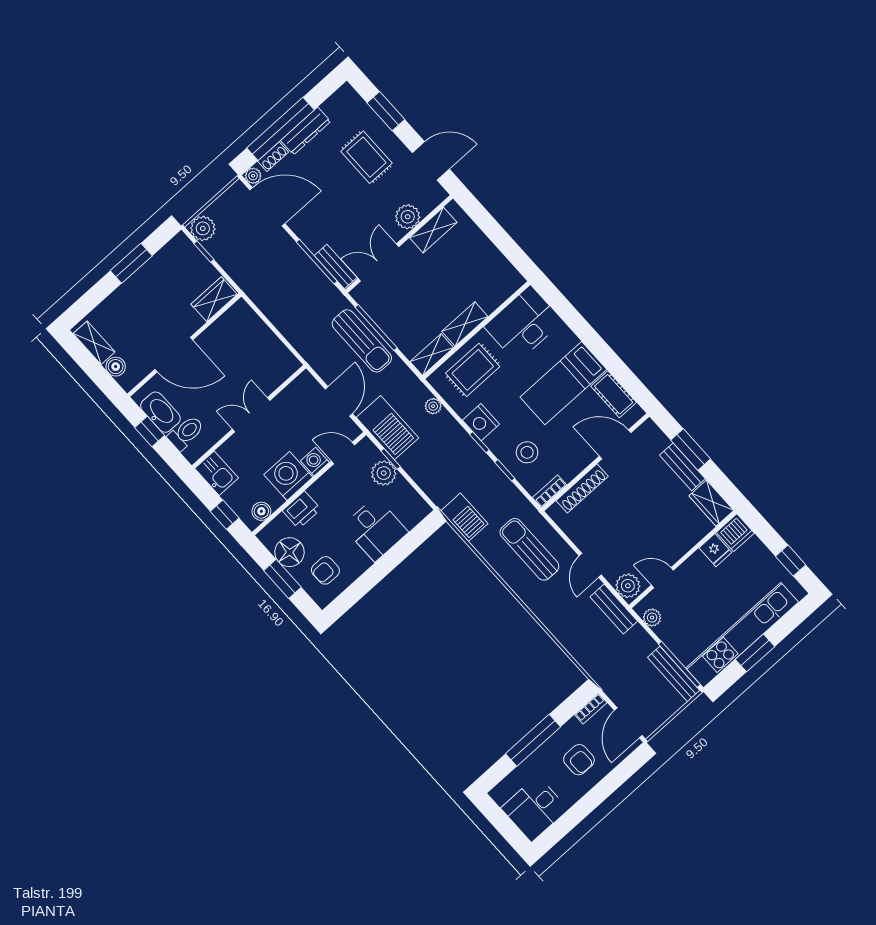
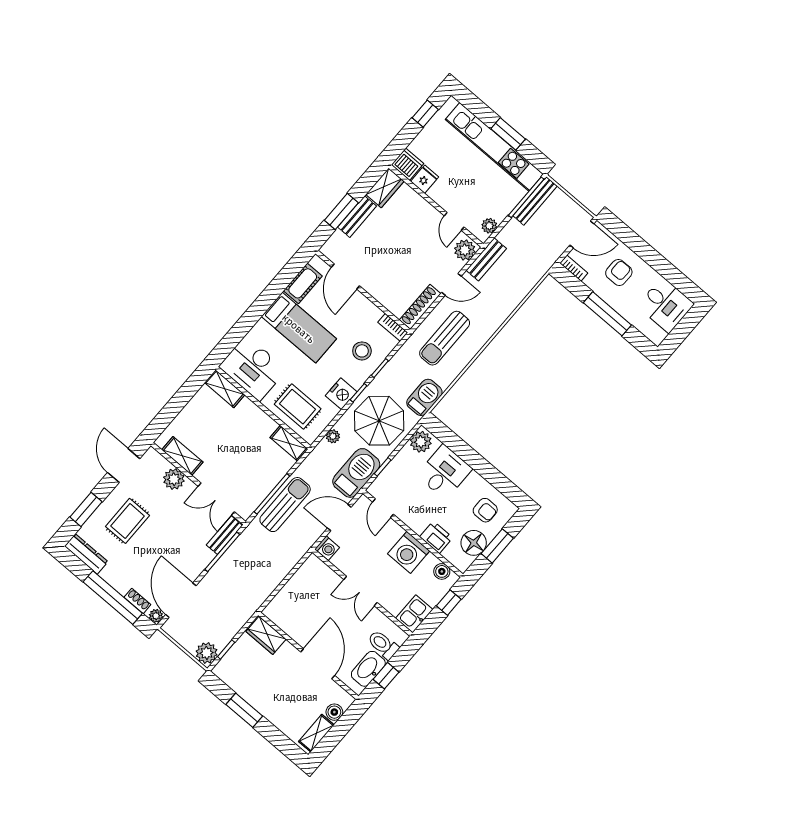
dresser: (306, 131) -> (86, 554), moved
shelving: (465, 324) -> (225, 389), moved
washing machine: (315, 462) -> (327, 548), moved, turned -90
parasol: (444, 462) -> (379, 421), added
plant: (384, 473) -> (421, 442), moved
shoe rack: (582, 488) -> (420, 307), moved, turned -90

